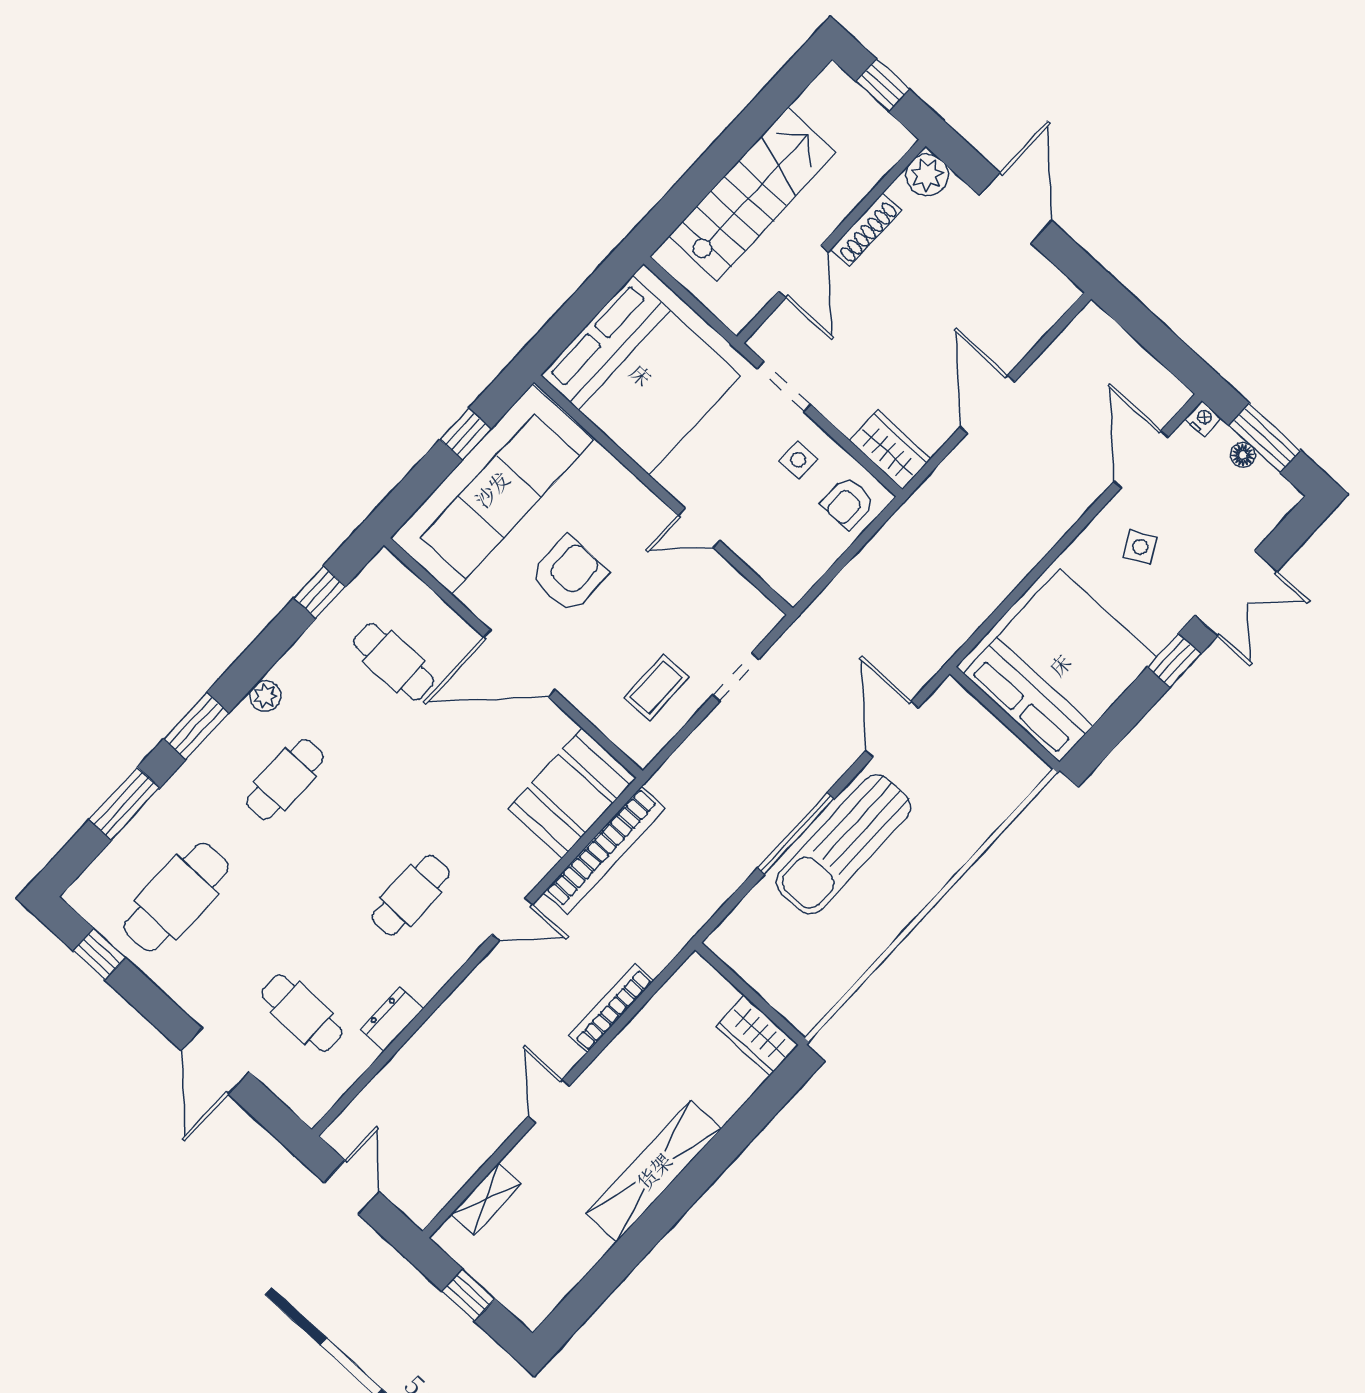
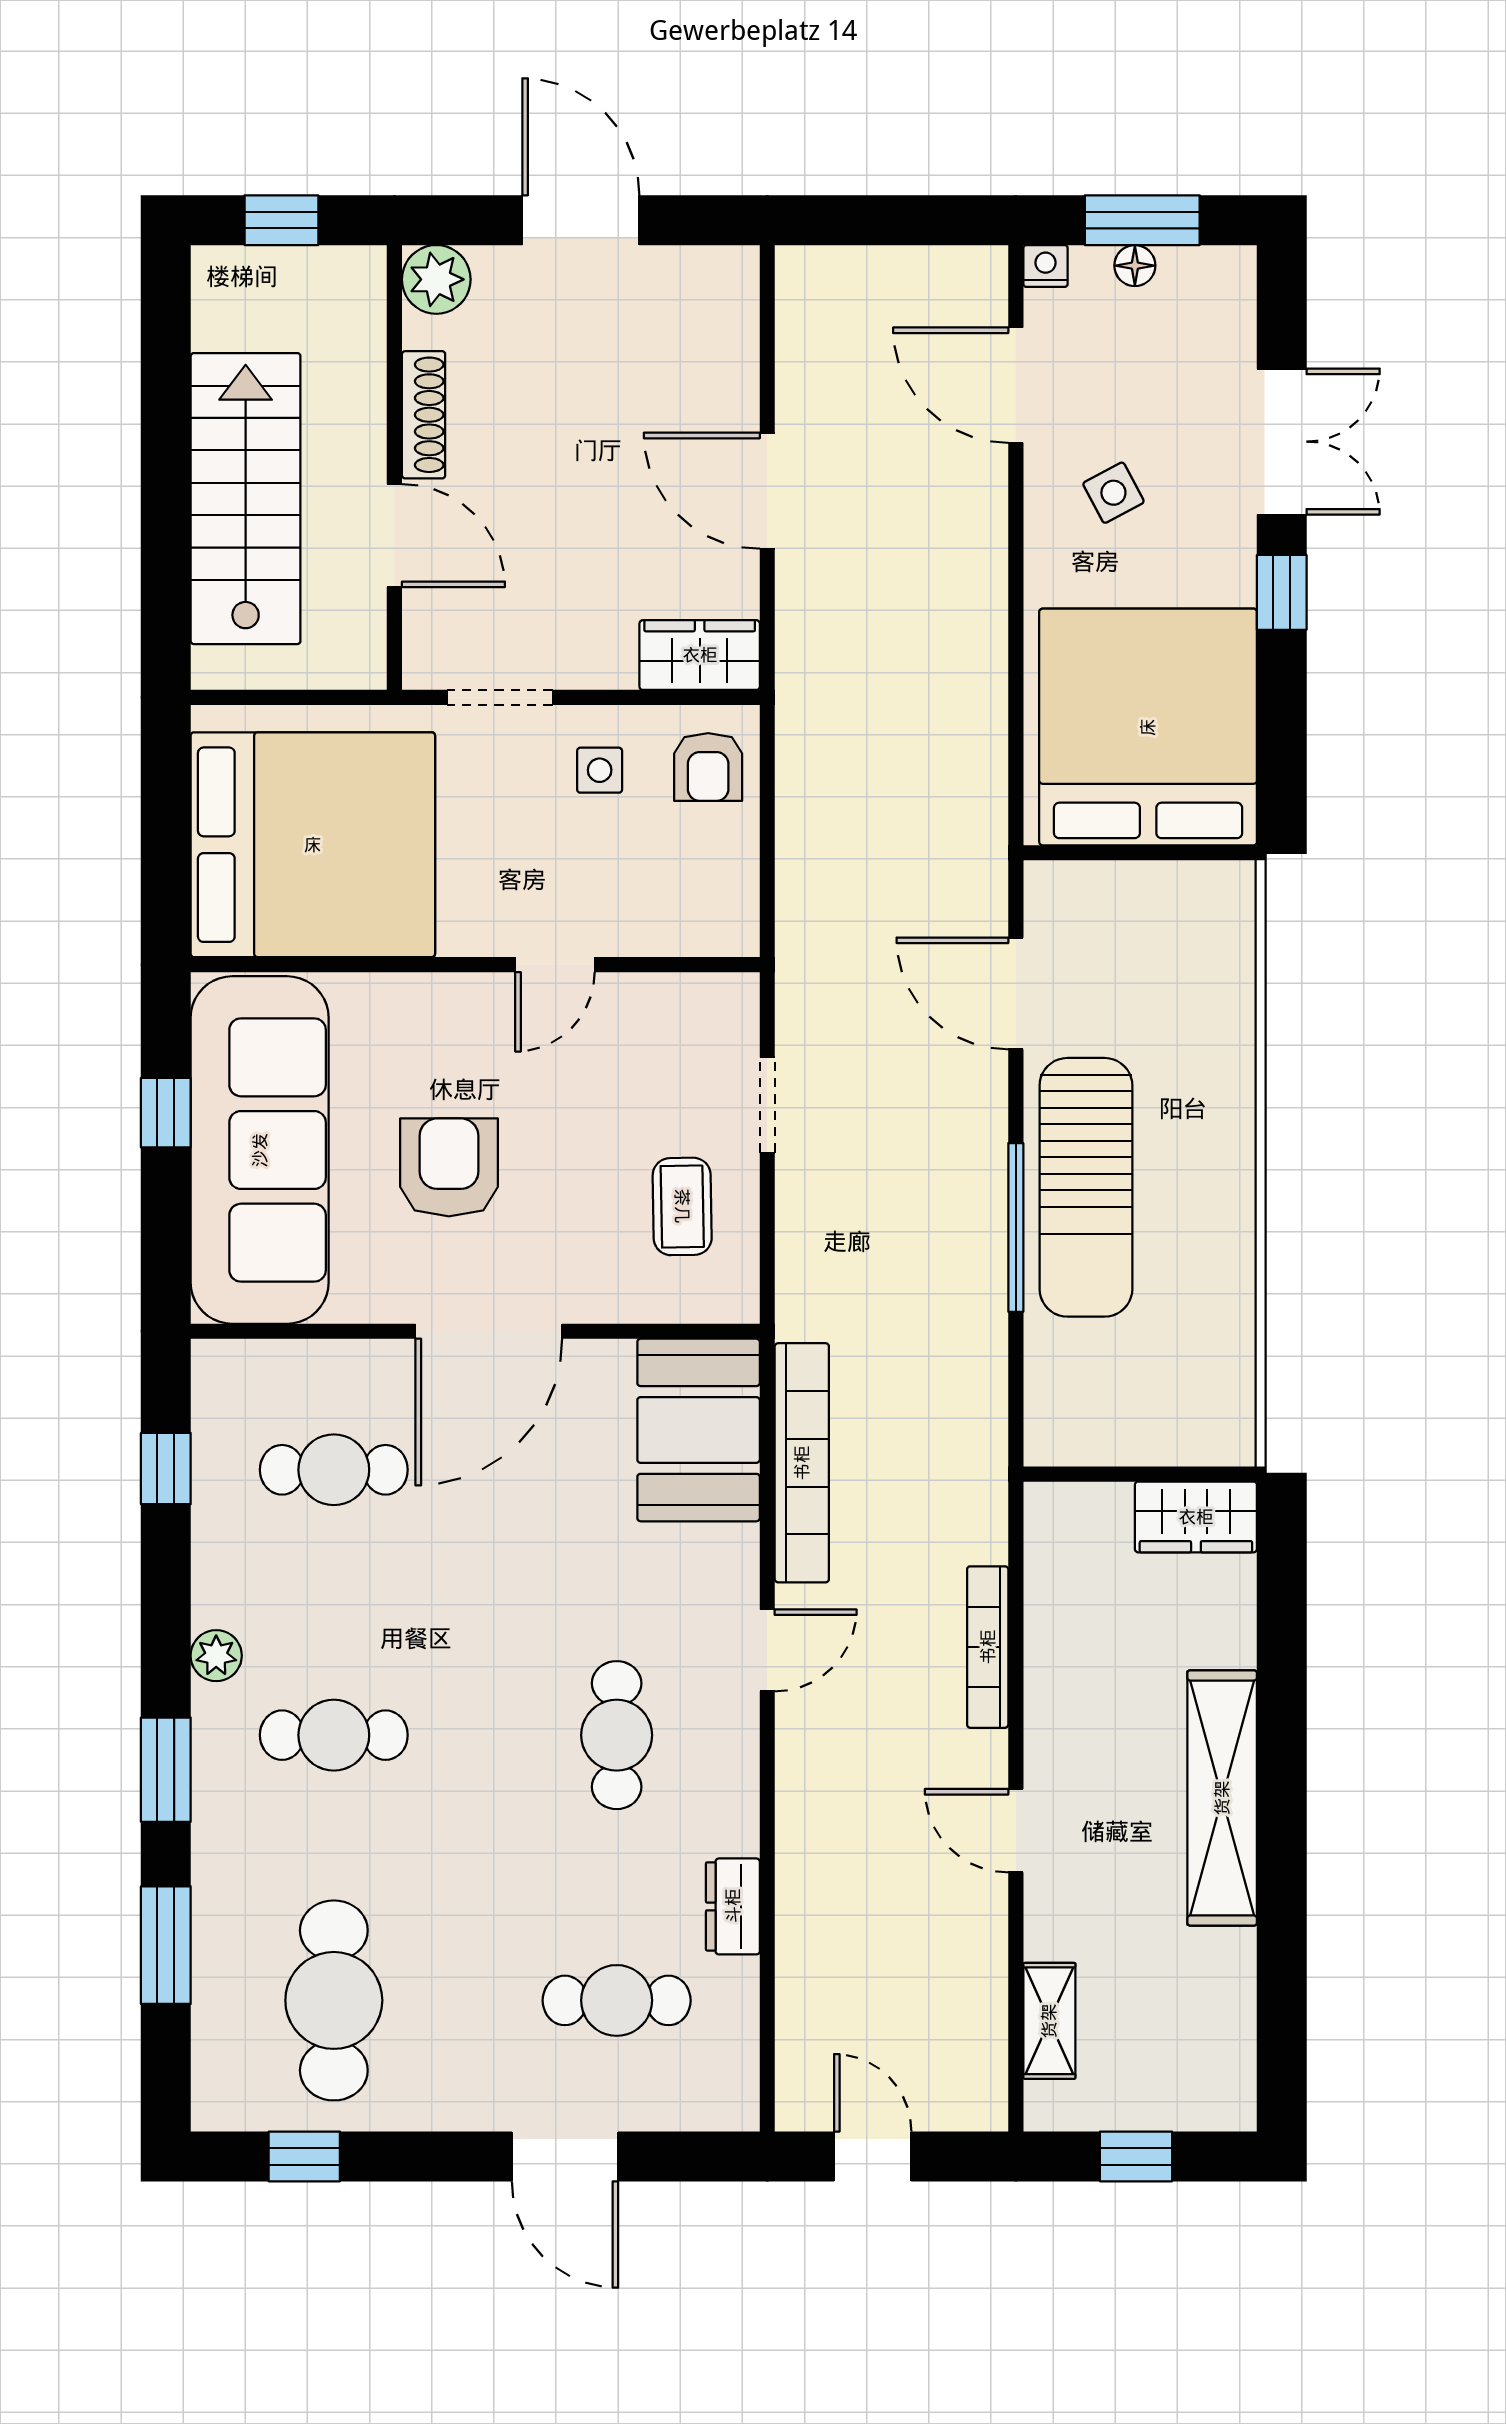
cafe table: (285, 779) -> (334, 1735), turned 90

